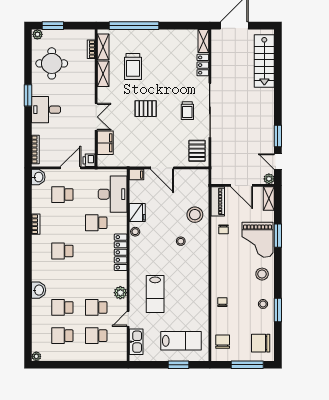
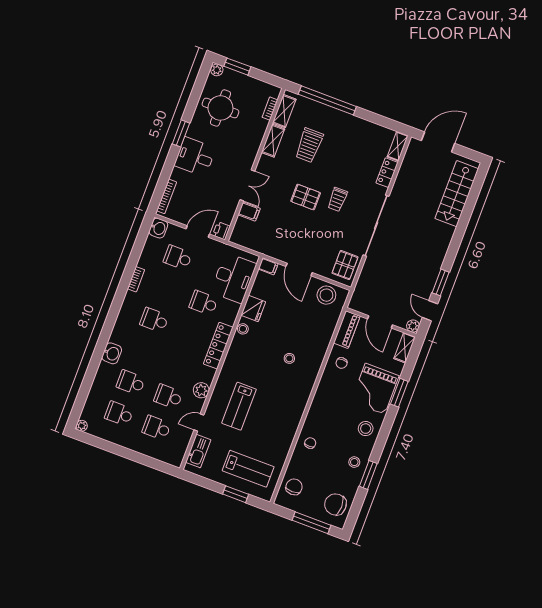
trolley: (187, 111) -> (337, 199), moved
filing cabinet: (105, 143) -> (249, 211), width x0.50
stool: (195, 215) -> (326, 295), moved

